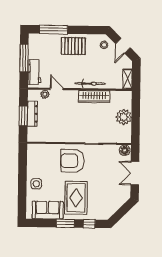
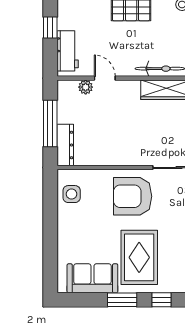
window: (24, 58) -> (50, 28), width x0.46
dresser: (32, 114) -> (65, 145), moved
window: (23, 116) -> (50, 123), width x1.44
side table: (36, 184) -> (72, 194), moved

